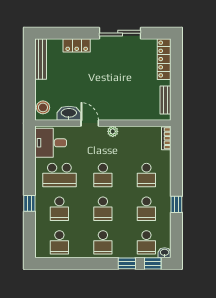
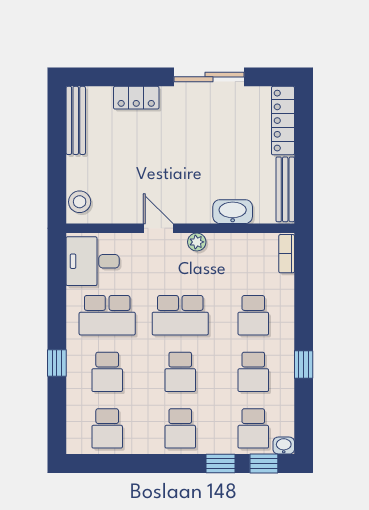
bench: (165, 100) -> (285, 189), width x1.36
washbasin: (69, 113) -> (233, 212), moved
school desk: (103, 175) -> (180, 315), width x1.85

